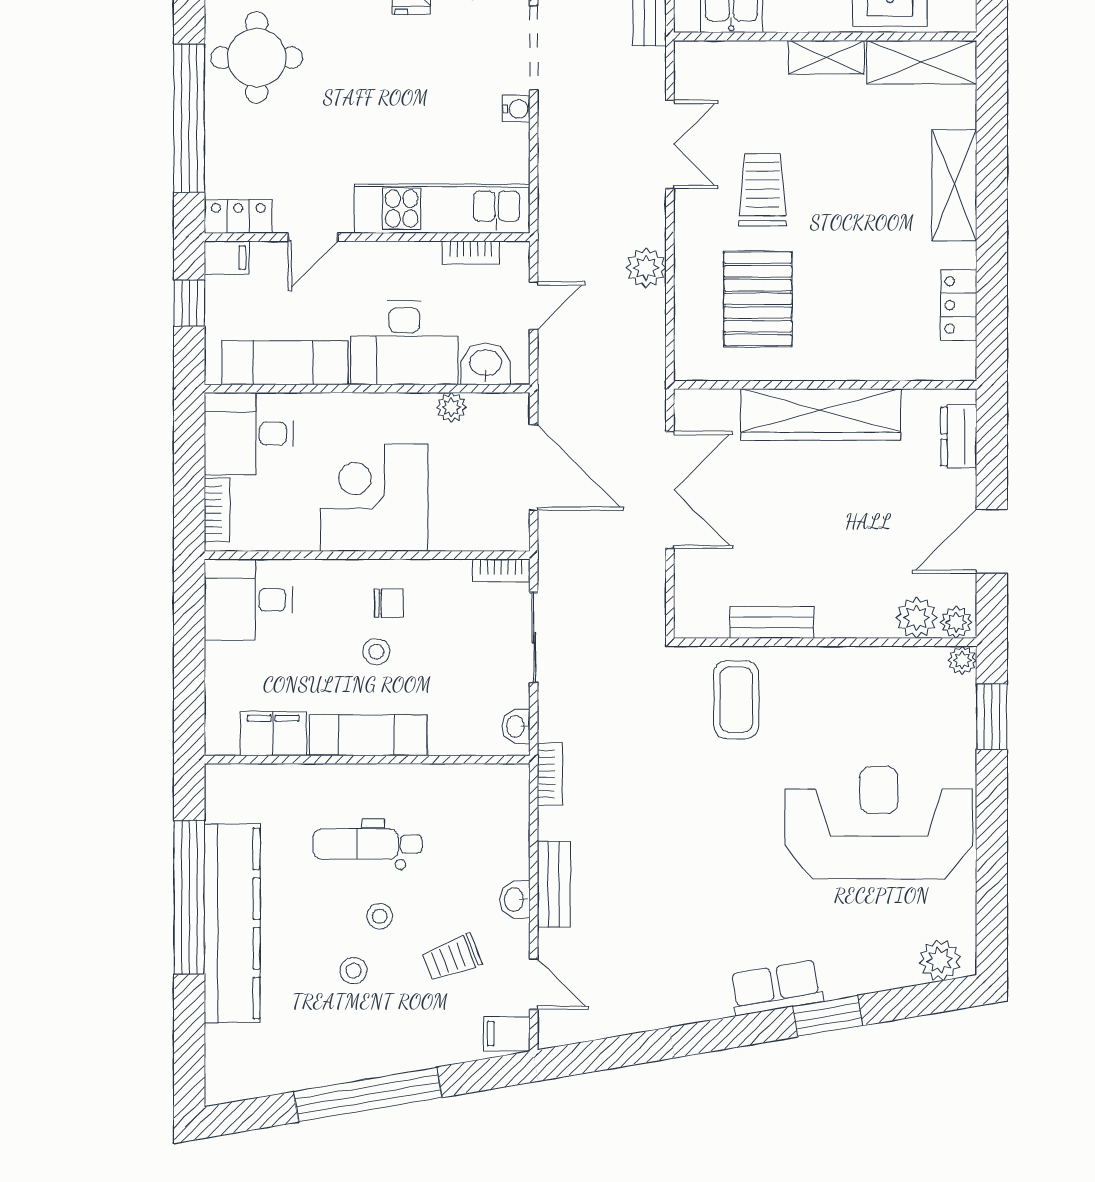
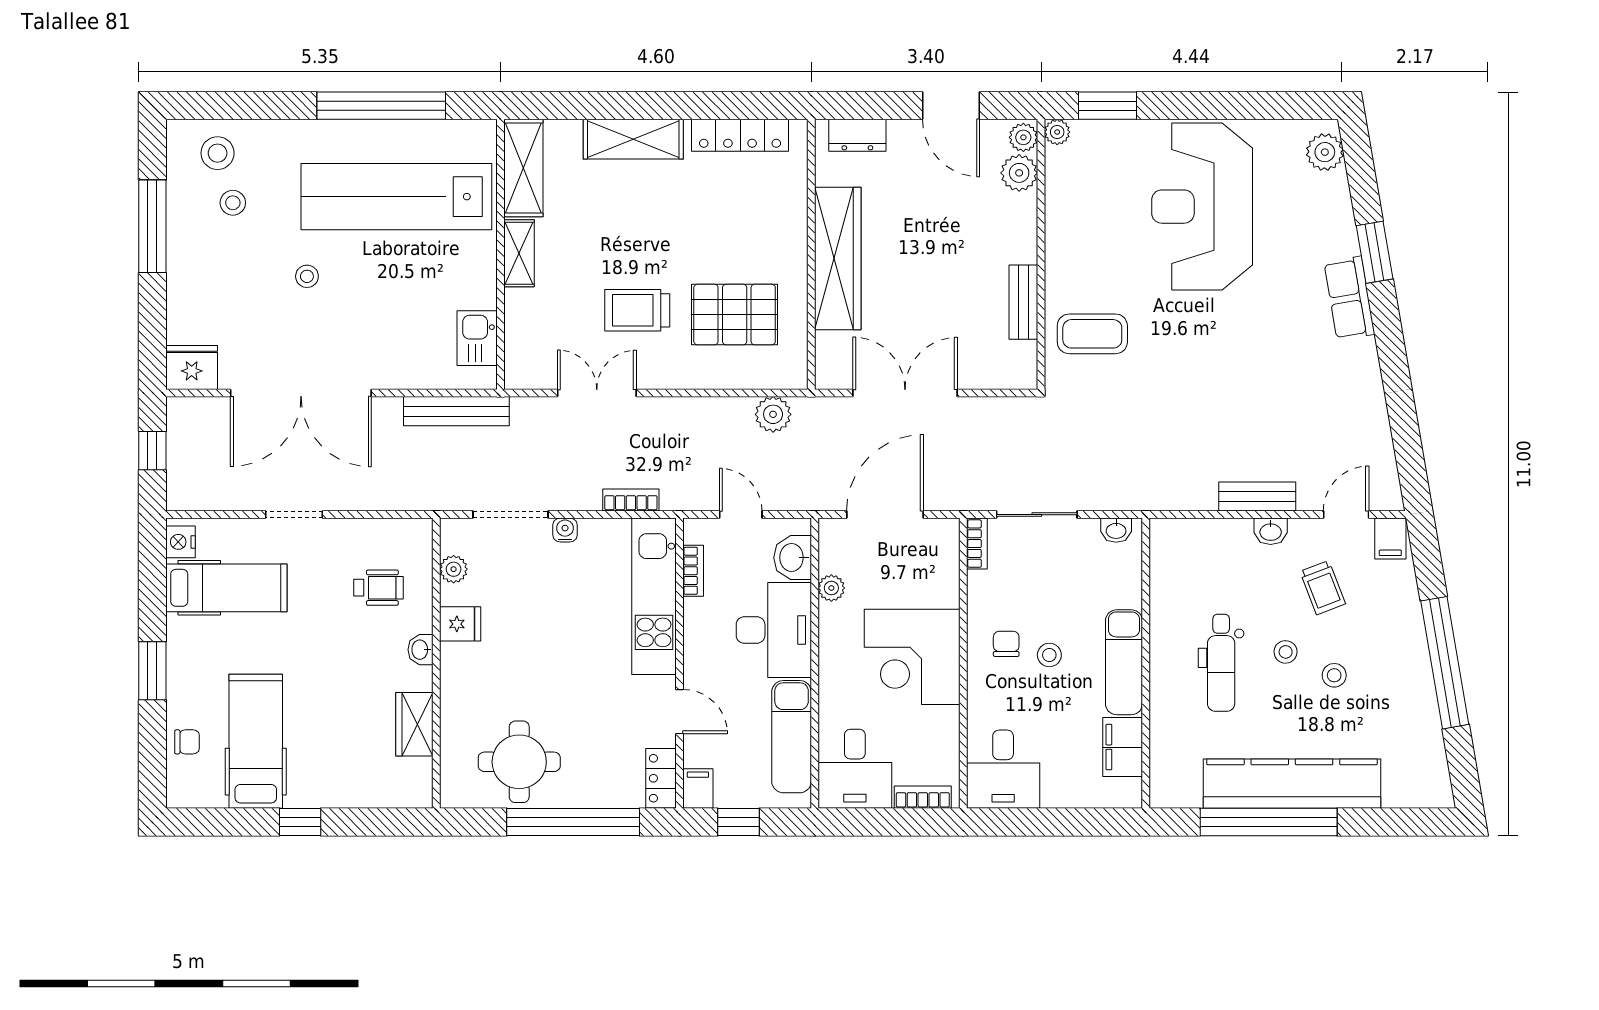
plant: (646, 268) -> (773, 414), moved
locker: (959, 305) -> (740, 135), width x1.53
bookcase: (550, 774) -> (631, 500), moved

